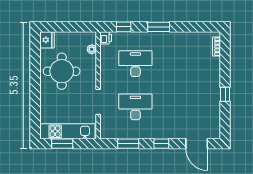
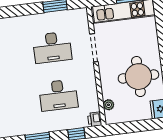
window: (161, 144) -> (18, 11), removed

